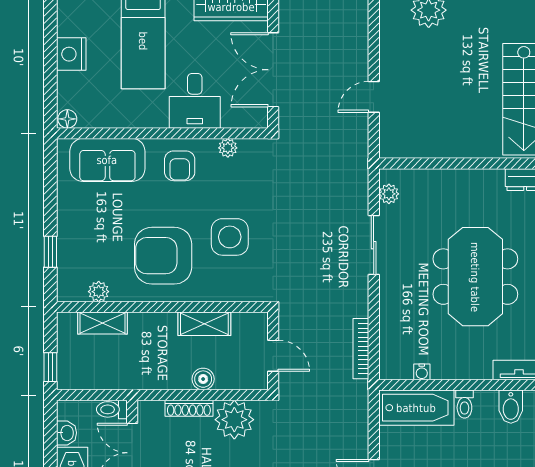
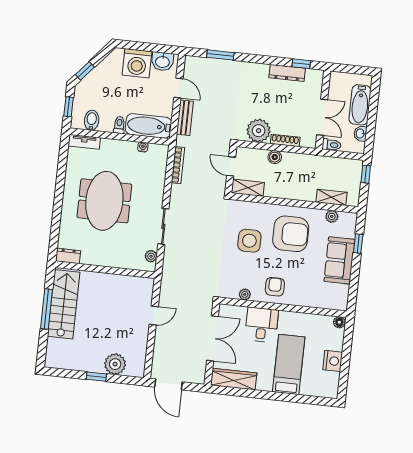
sofa: (107, 160) -> (339, 260), moved, turned -90
shelving: (204, 324) -> (248, 188), moved
bench: (358, 428) -> (185, 118), added

